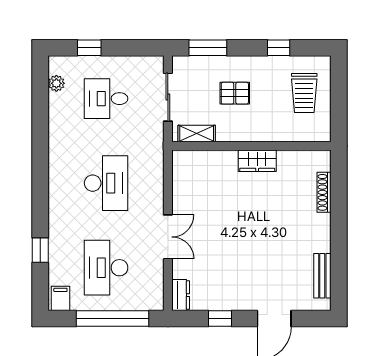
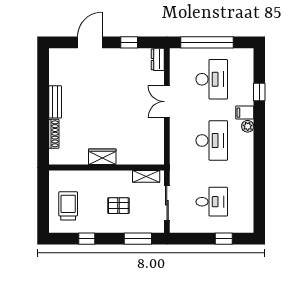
plant: (56, 83) -> (248, 126), moved
desk: (106, 183) -> (212, 140), turned 180
bench: (322, 276) -> (55, 102), moved
filing cabinet: (60, 298) -> (245, 113), moved, turned 90

